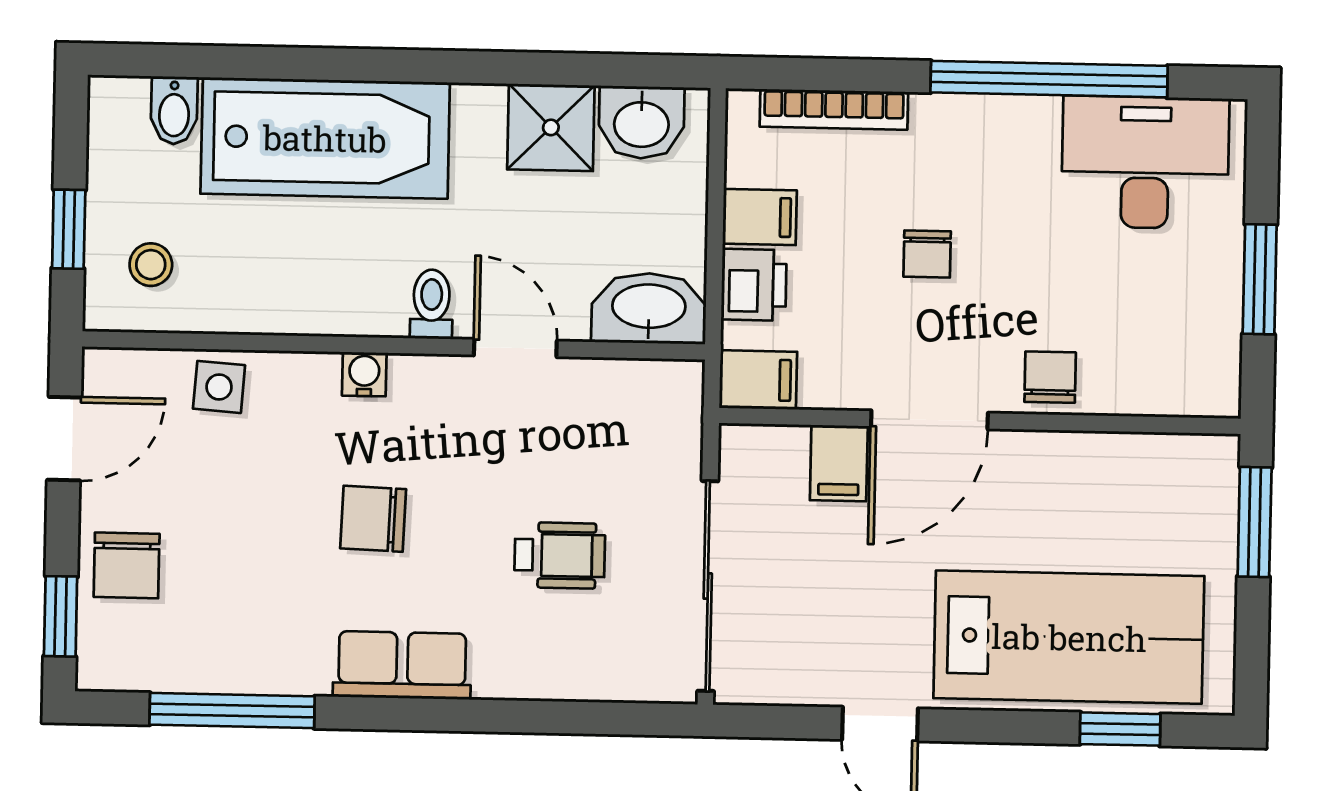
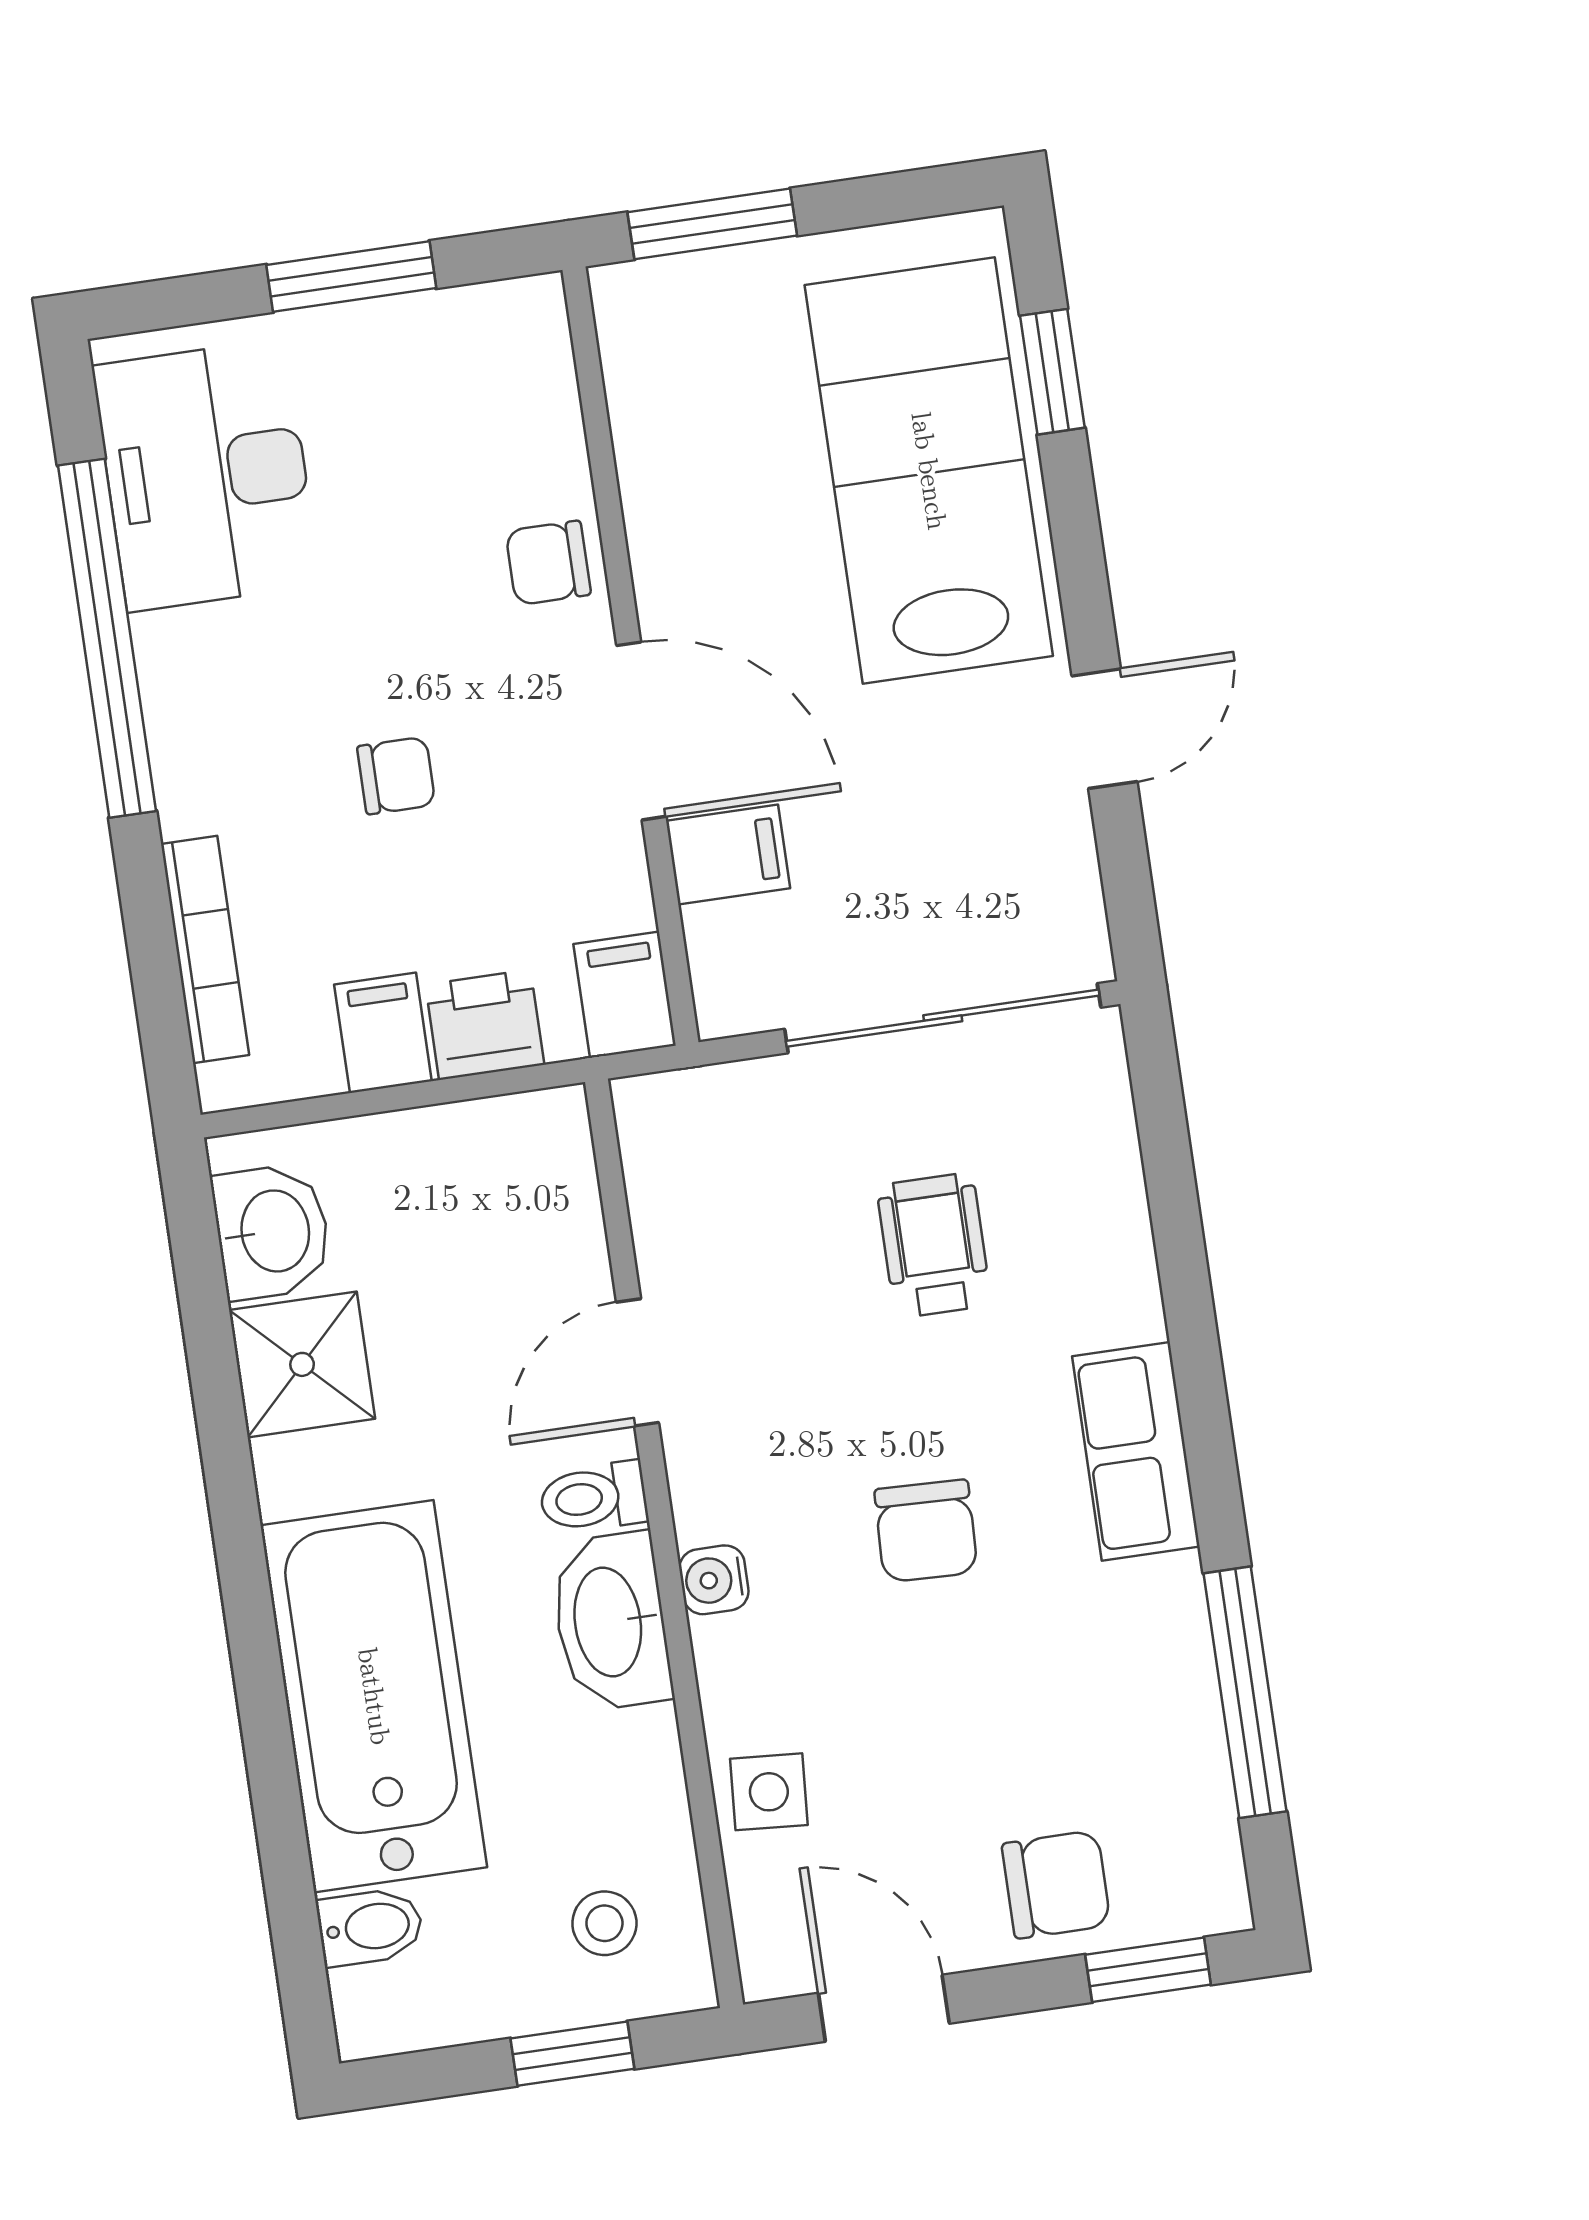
washbasin: (649, 308) -> (611, 1622), moved

